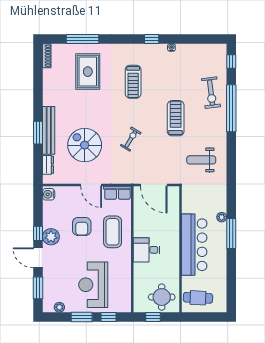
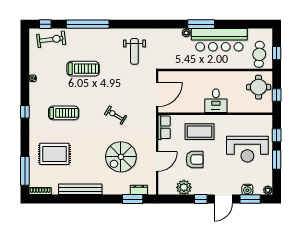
window: (83, 39) -> (25, 171), moved
window: (152, 39) -> (25, 112), moved
exercise bike: (211, 93) -> (51, 39), moved
treadmill: (176, 118) -> (83, 69), moved, turned 180
bench: (49, 130) -> (80, 189), moved
window: (38, 133) -> (133, 199), moved
door: (91, 185) -> (157, 162), moved
water cooler: (49, 194) -> (247, 189), moved
plant: (51, 237) -> (184, 187), moved
bar counter: (194, 245) -> (219, 40), moved, turned 180
plant: (59, 307) -> (268, 190), moved
window: (199, 317) -> (277, 53), added

